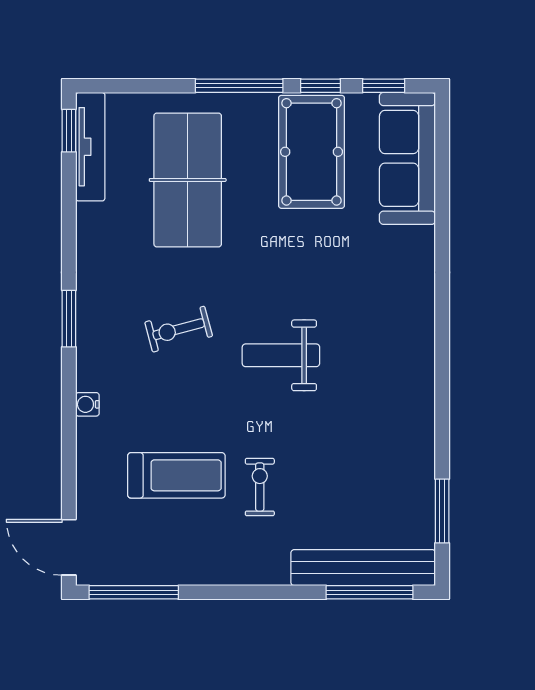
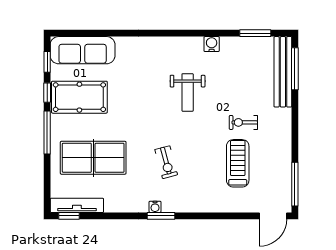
weight bench: (281, 355) -> (188, 92), moved
water cooler: (87, 404) -> (155, 207), moved
water cooler: (420, 422) -> (212, 44), added

